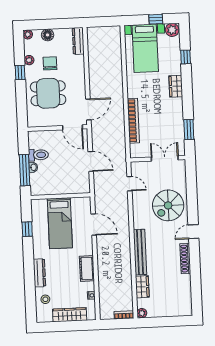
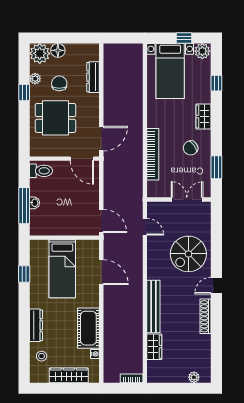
plant: (28, 34) -> (40, 53), width x1.87, depth x1.87
dresser: (78, 41) -> (93, 77), moved
chair: (166, 114) -> (191, 148), added
toilet: (38, 155) -> (41, 171), moved
door: (91, 161) -> (101, 221), moved
cot: (87, 268) -> (88, 328), width x1.37, depth x1.34
plant: (142, 313) -> (194, 377), moved

